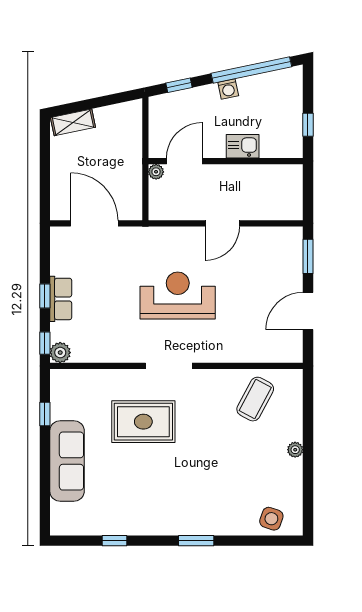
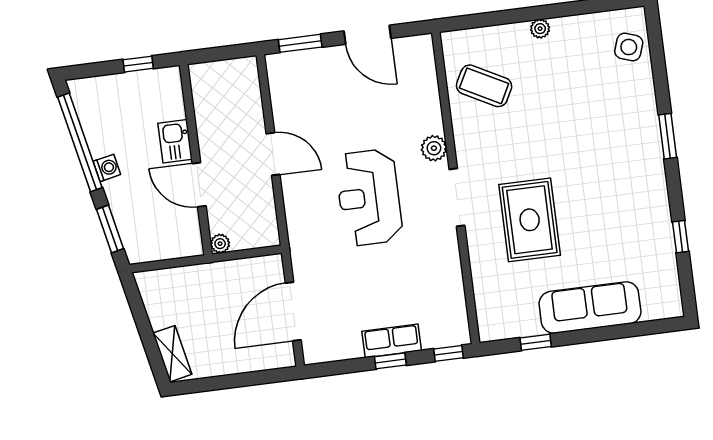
window: (179, 85) -> (110, 229), width x1.50
door: (184, 161) -> (199, 185), moved
plant: (60, 353) -> (434, 148), moved

